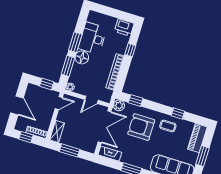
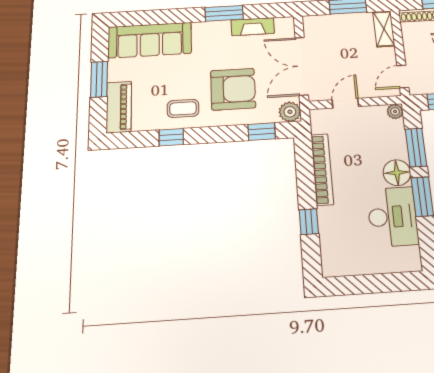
printer: (124, 27) -> (339, 262), removed
fireplace: (110, 154) -> (253, 27), moved

